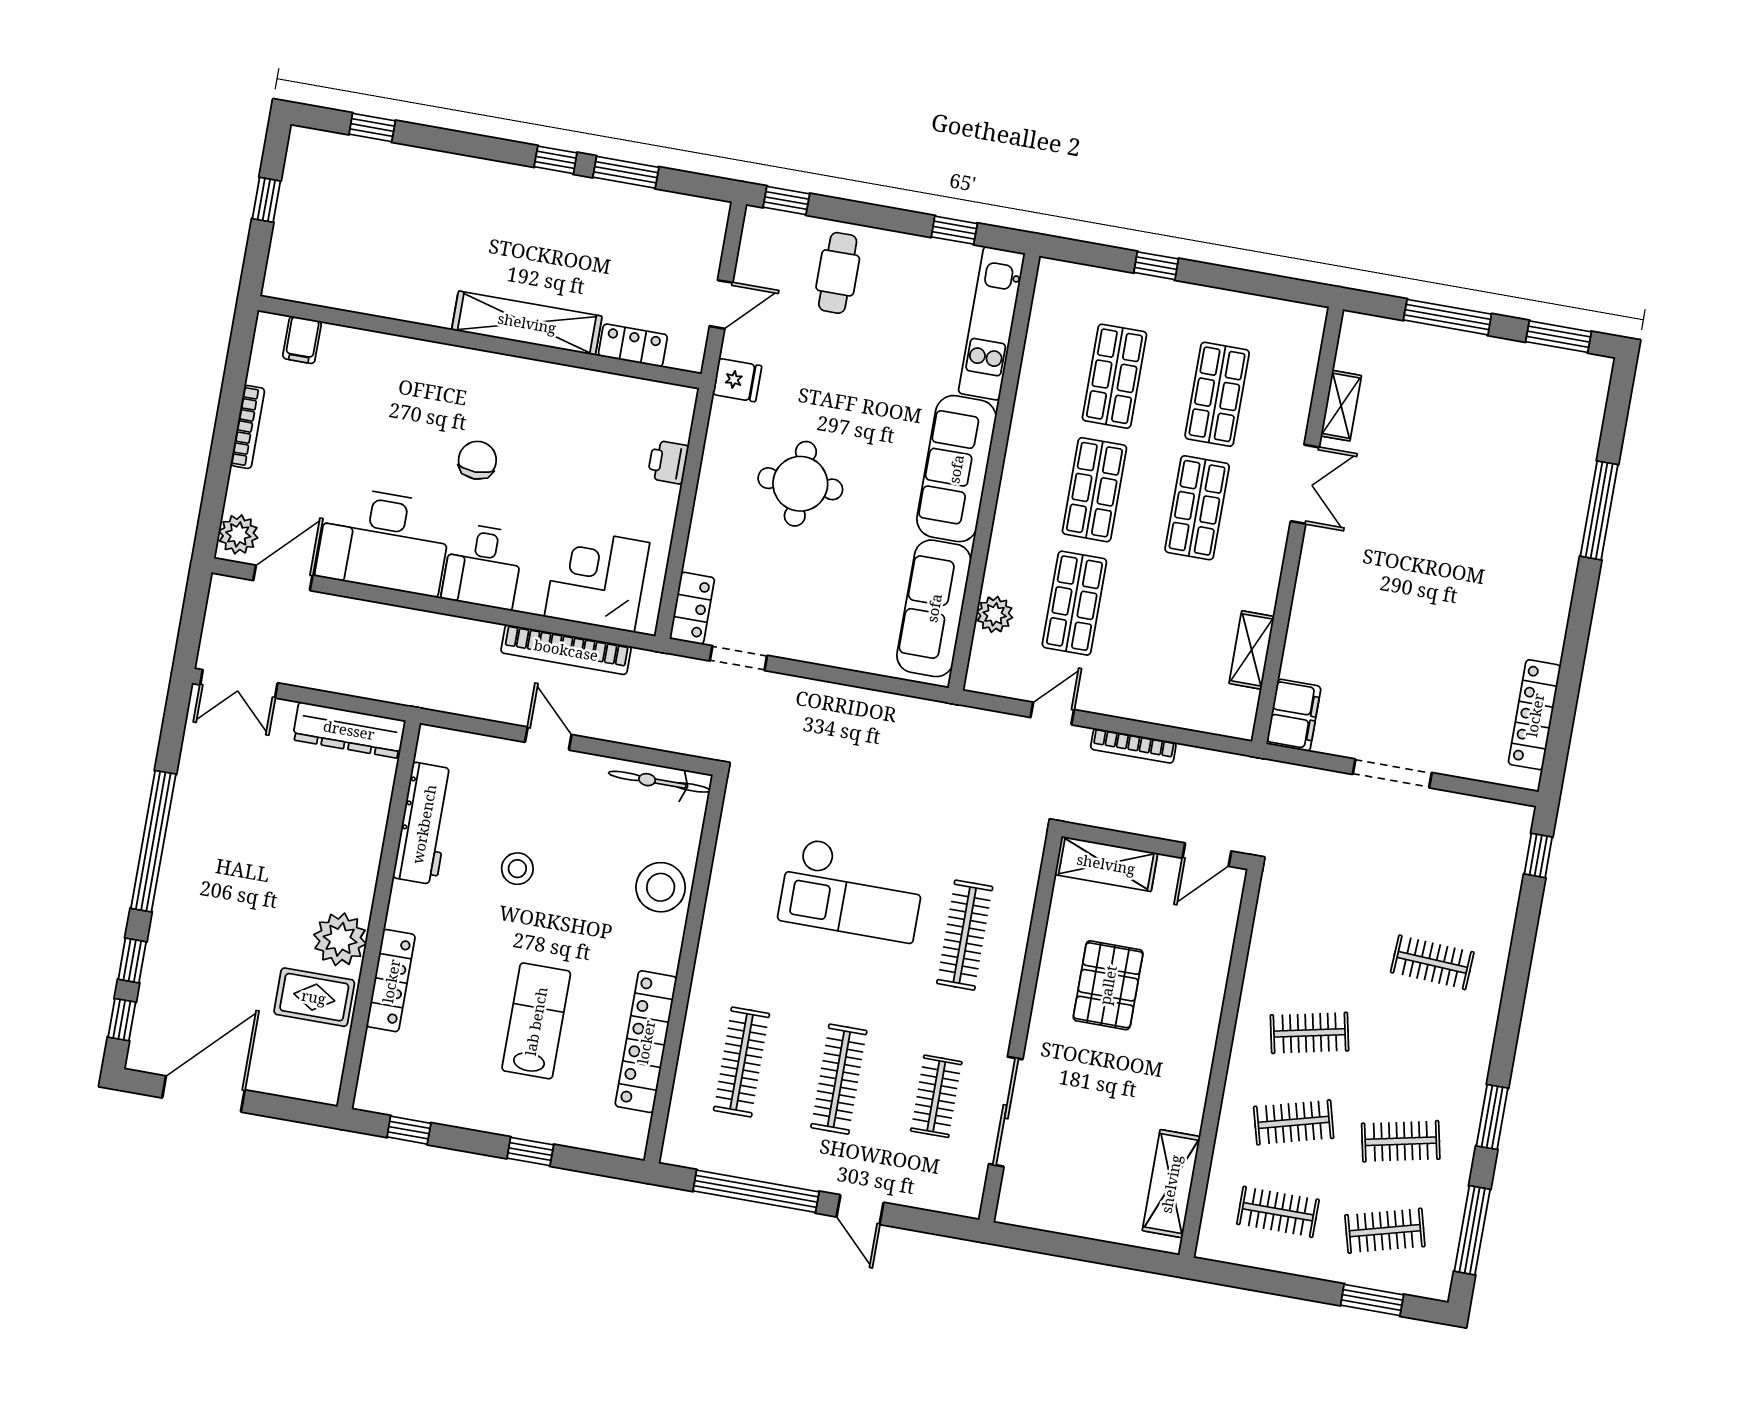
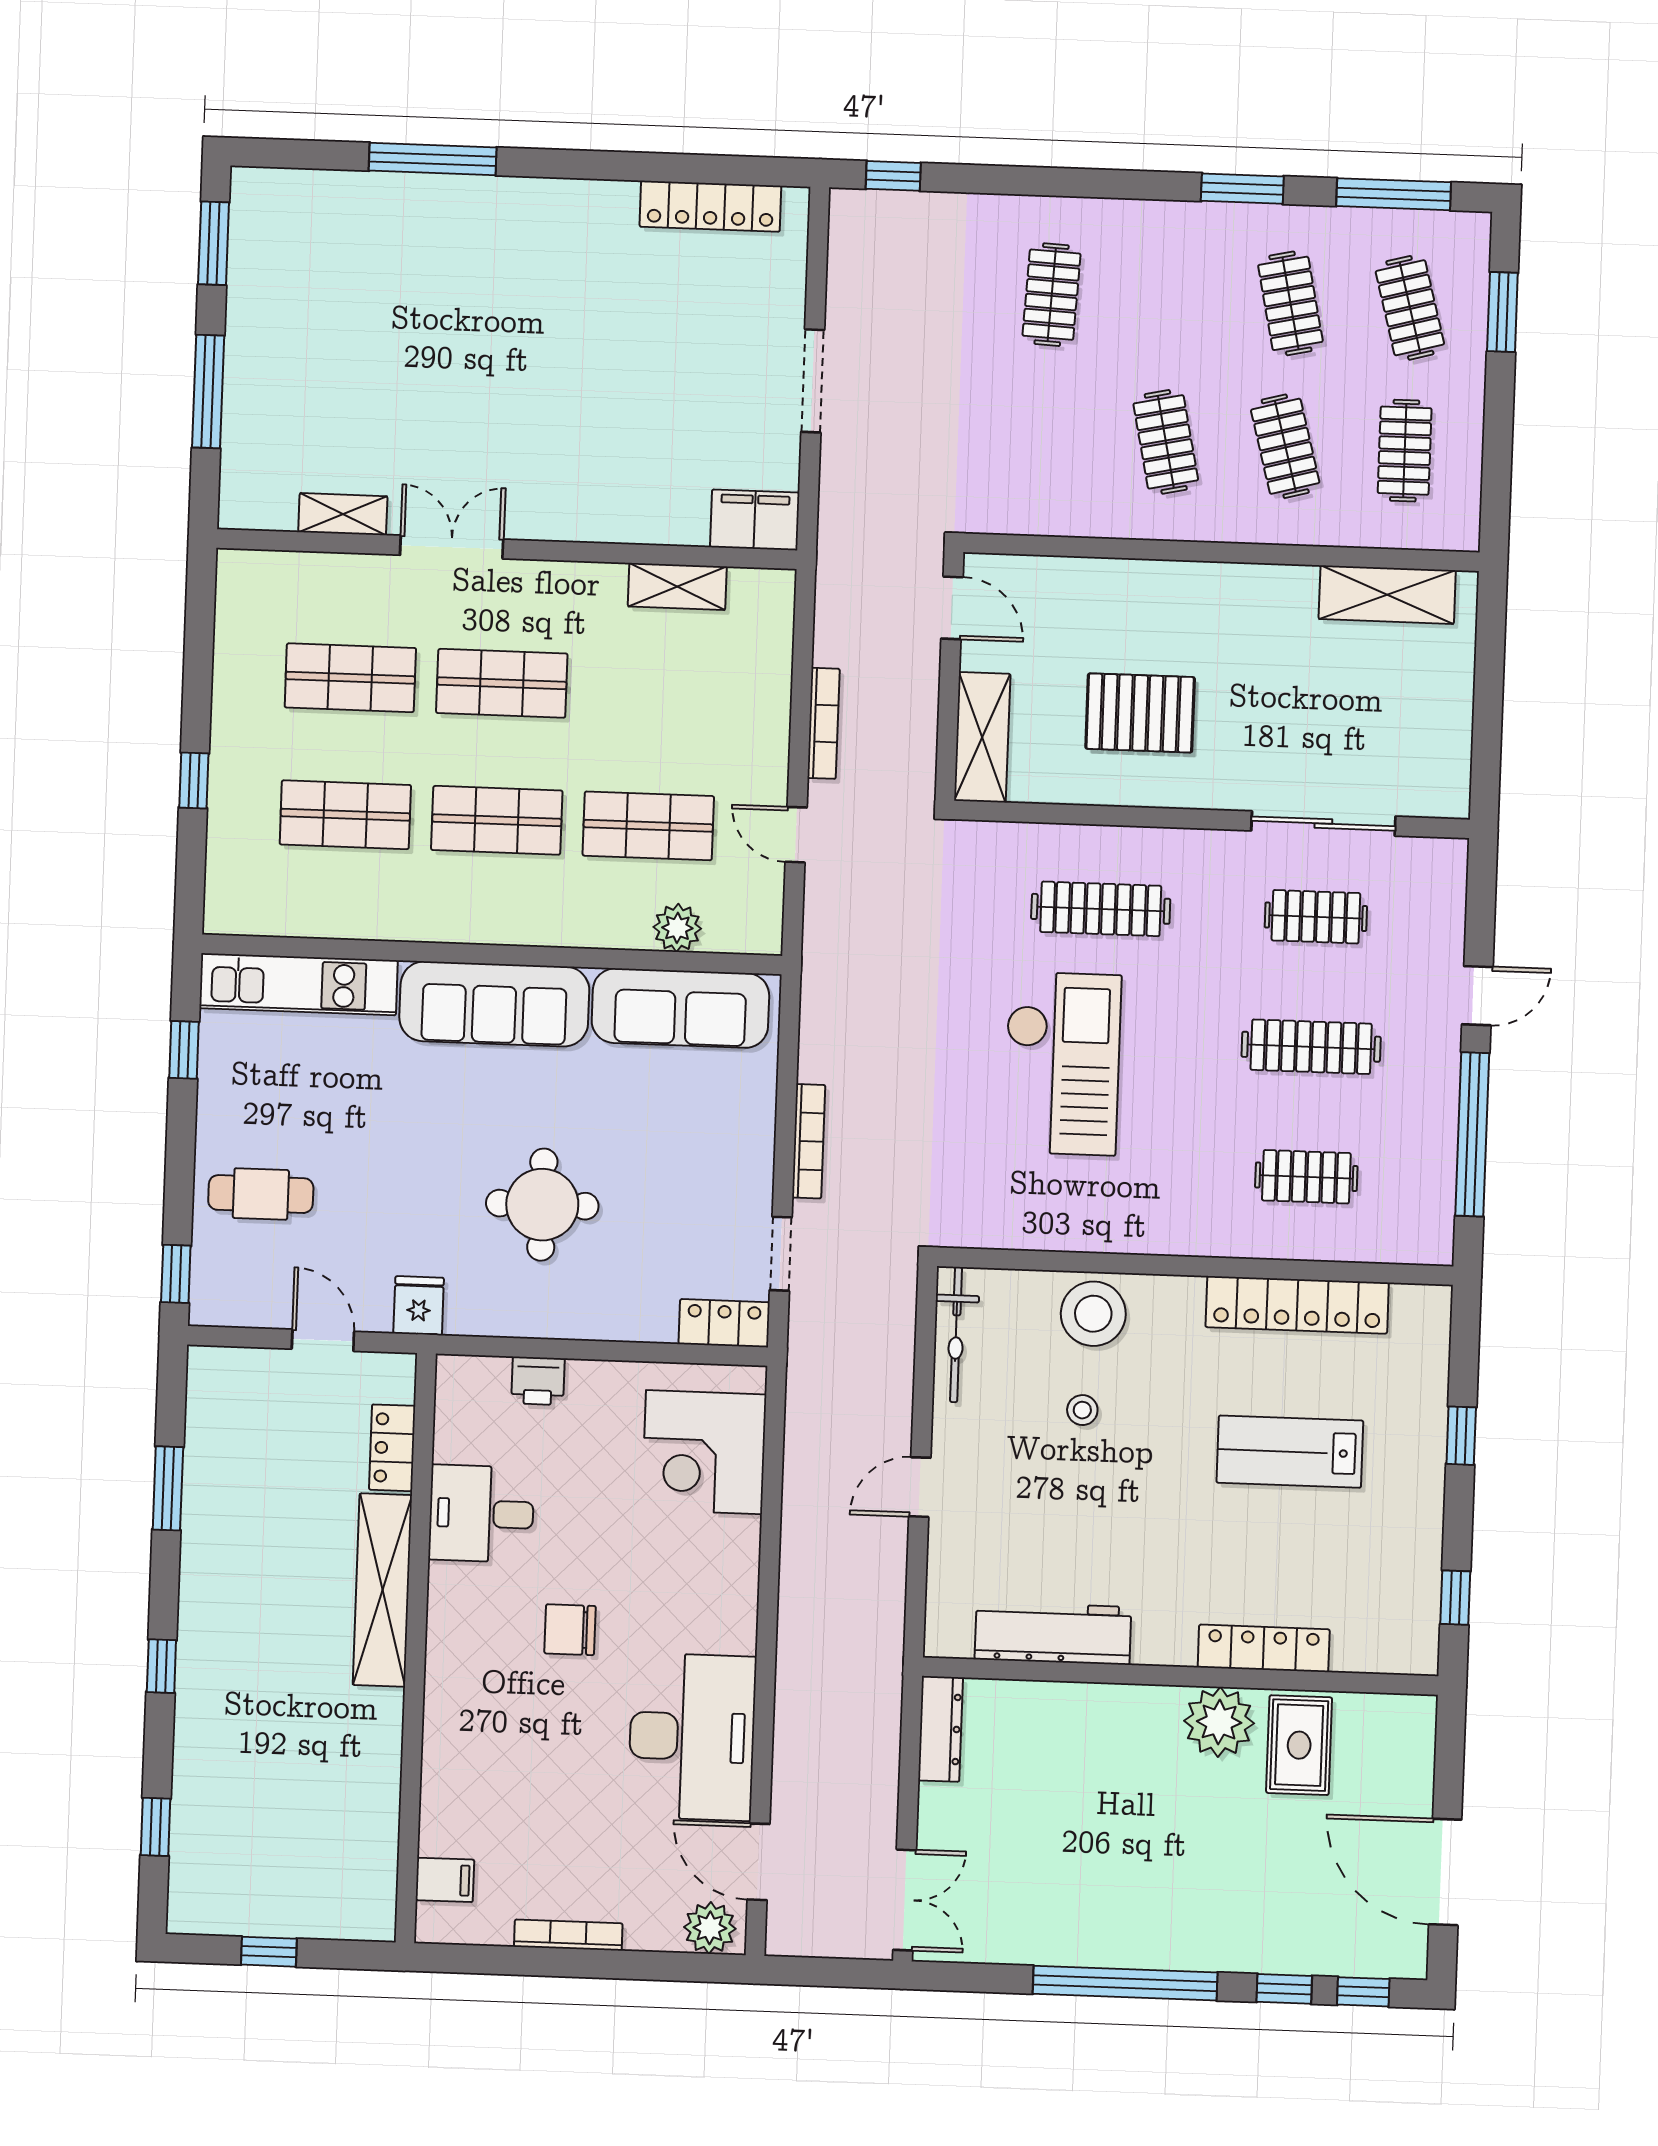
window: (556, 160) -> (161, 1666), moved
desk: (483, 566) -> (481, 1514), moved, turned 180
bookcase: (566, 650) -> (809, 1141), moved, width x0.68, depth x0.76
dresser: (349, 730) -> (941, 1729), width x0.73, depth x0.80
stool: (517, 869) -> (1082, 1410), moved, width x0.73, depth x0.73
clothes rail: (741, 1062) -> (1306, 1177), width x0.73

